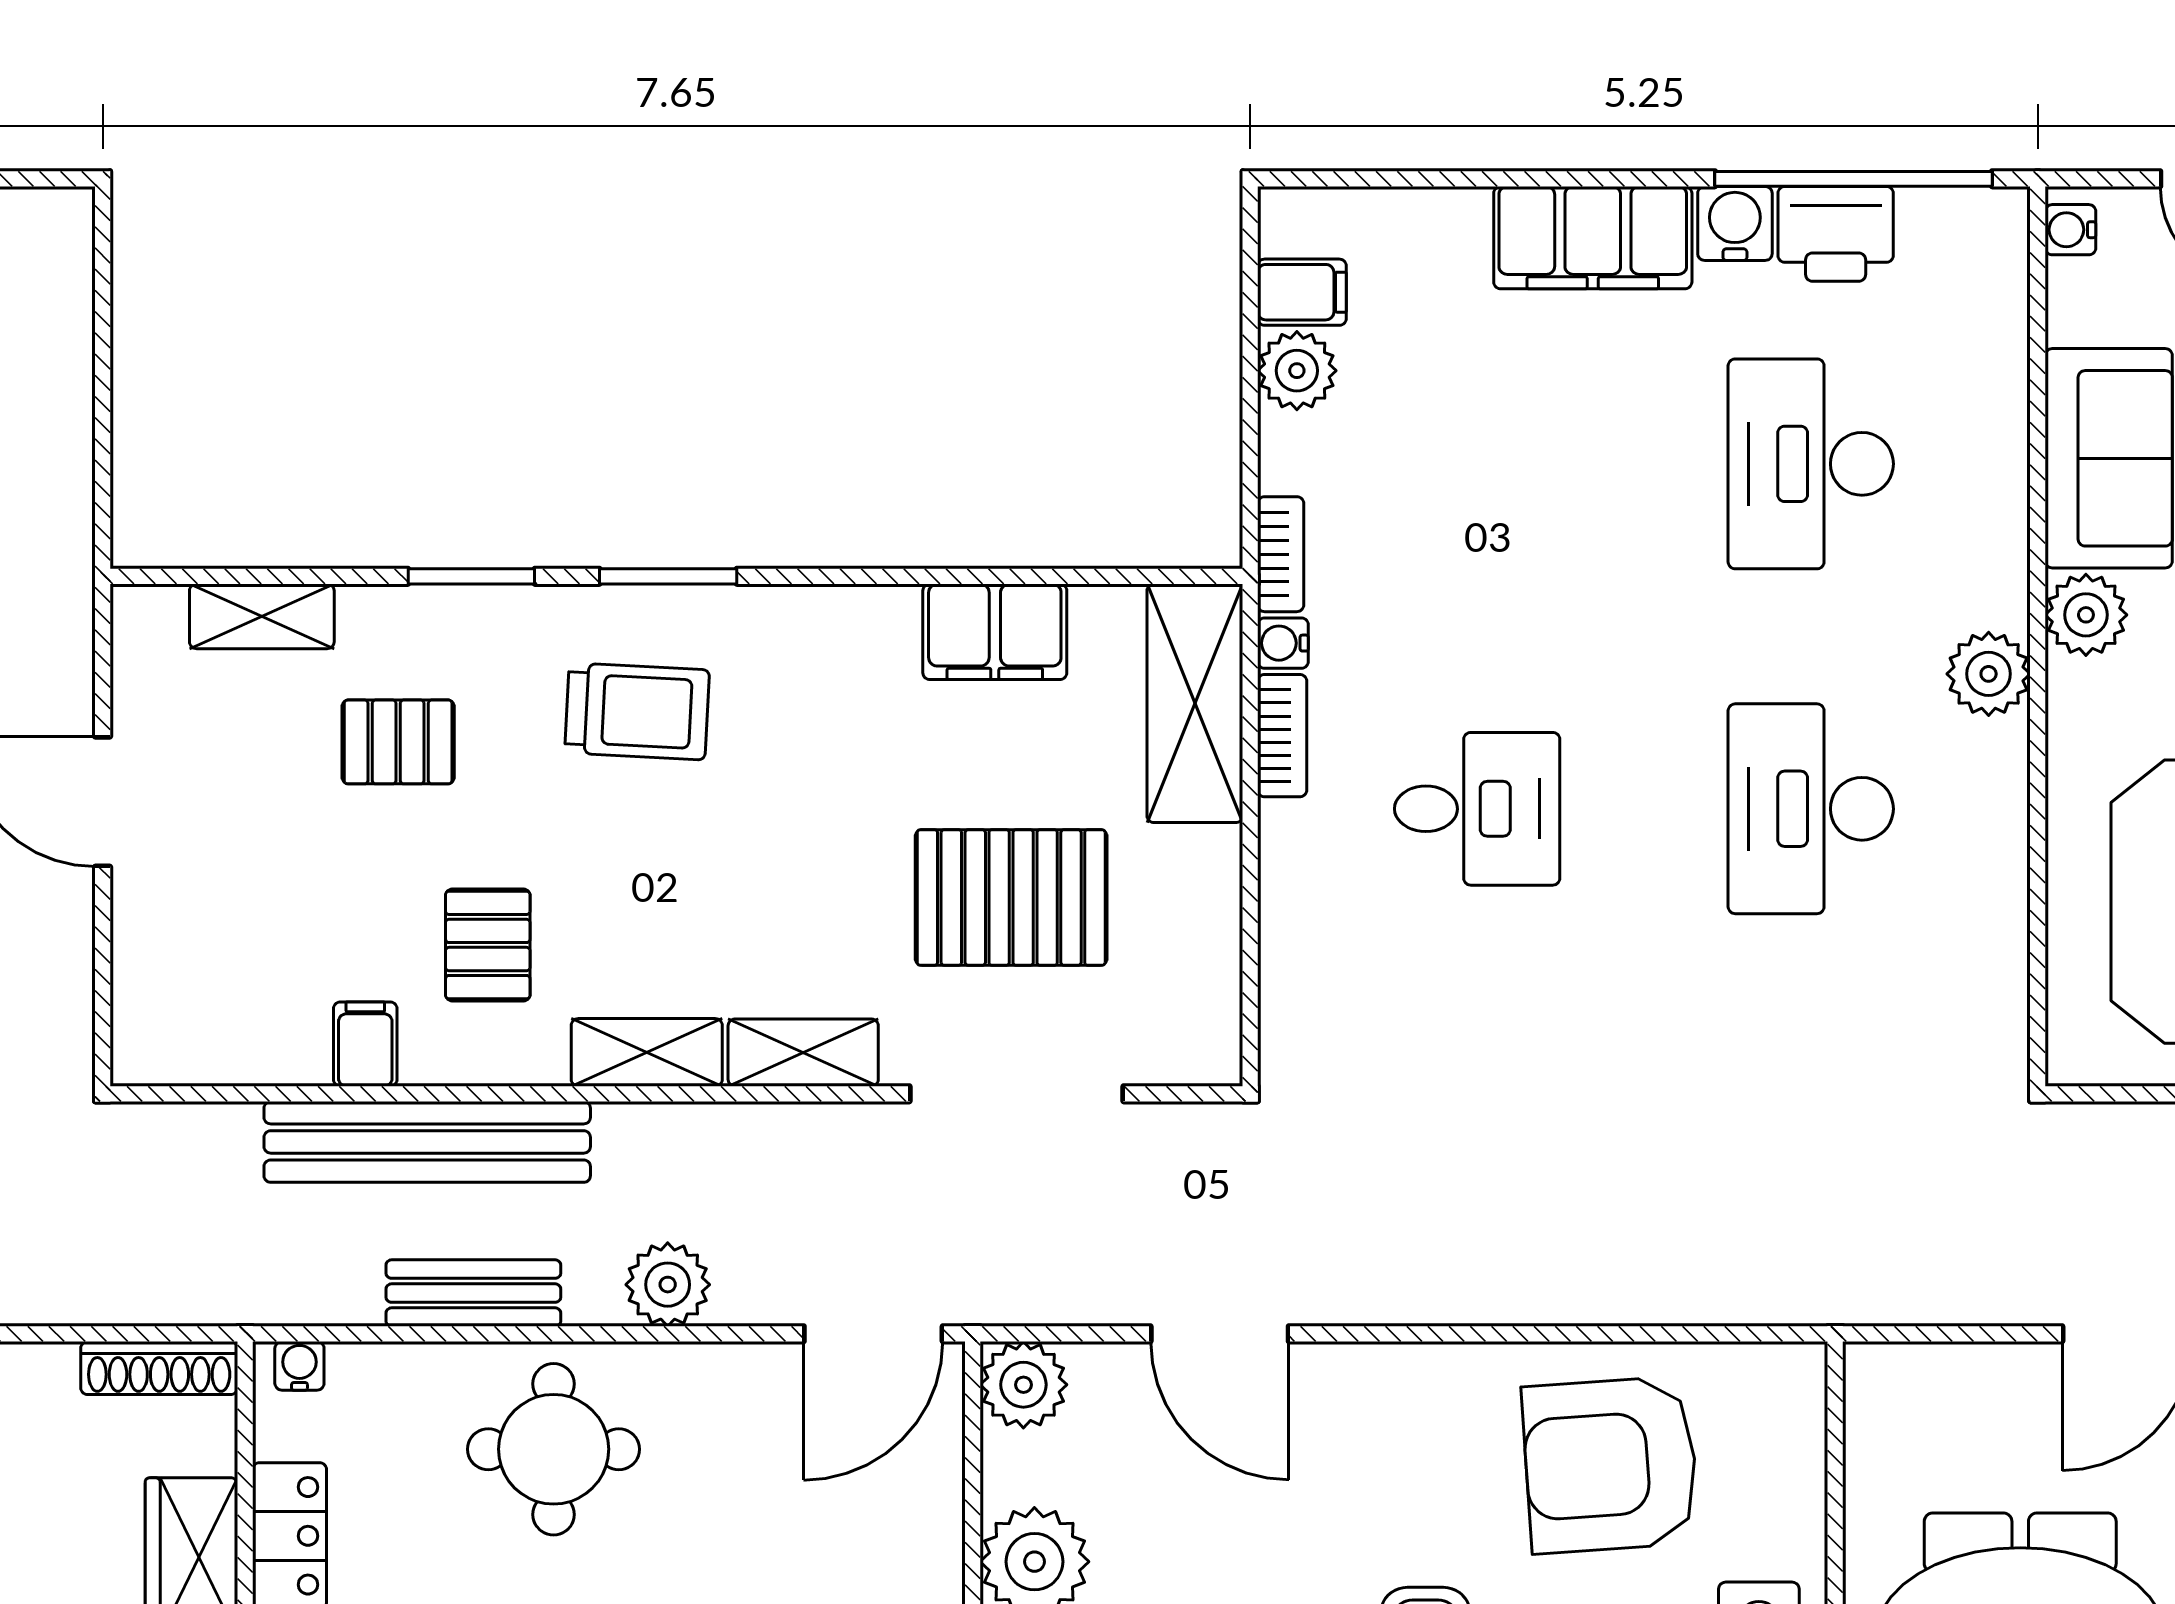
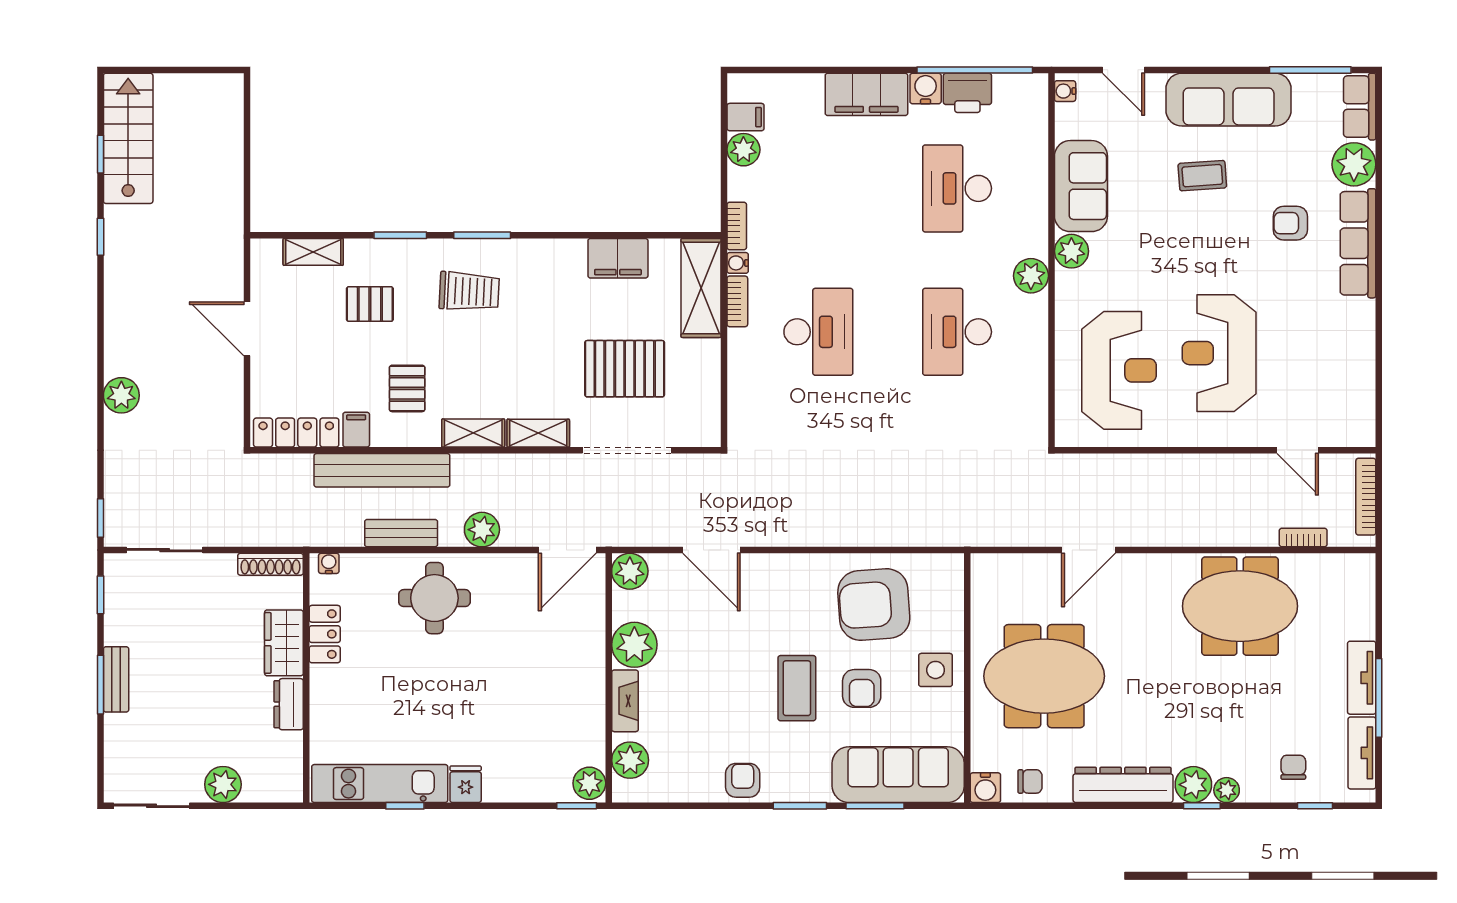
desk: (1477, 809) -> (818, 332), width x1.37
locker: (221, 1051) -> (296, 433), added

